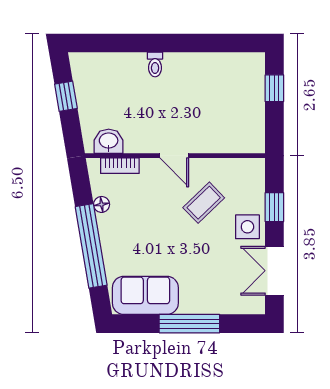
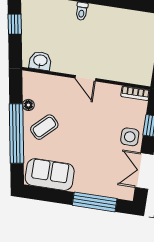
bookcase: (120, 166) -> (135, 93), moved
coffee table: (204, 203) -> (44, 127), moved
window: (189, 324) -> (95, 202), moved

